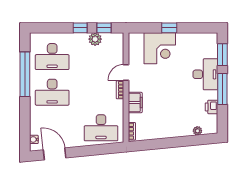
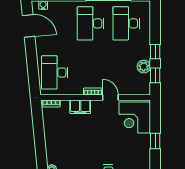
corner desk: (160, 48) -> (135, 117), moved
door: (55, 154) -> (29, 26), hinge flipped

